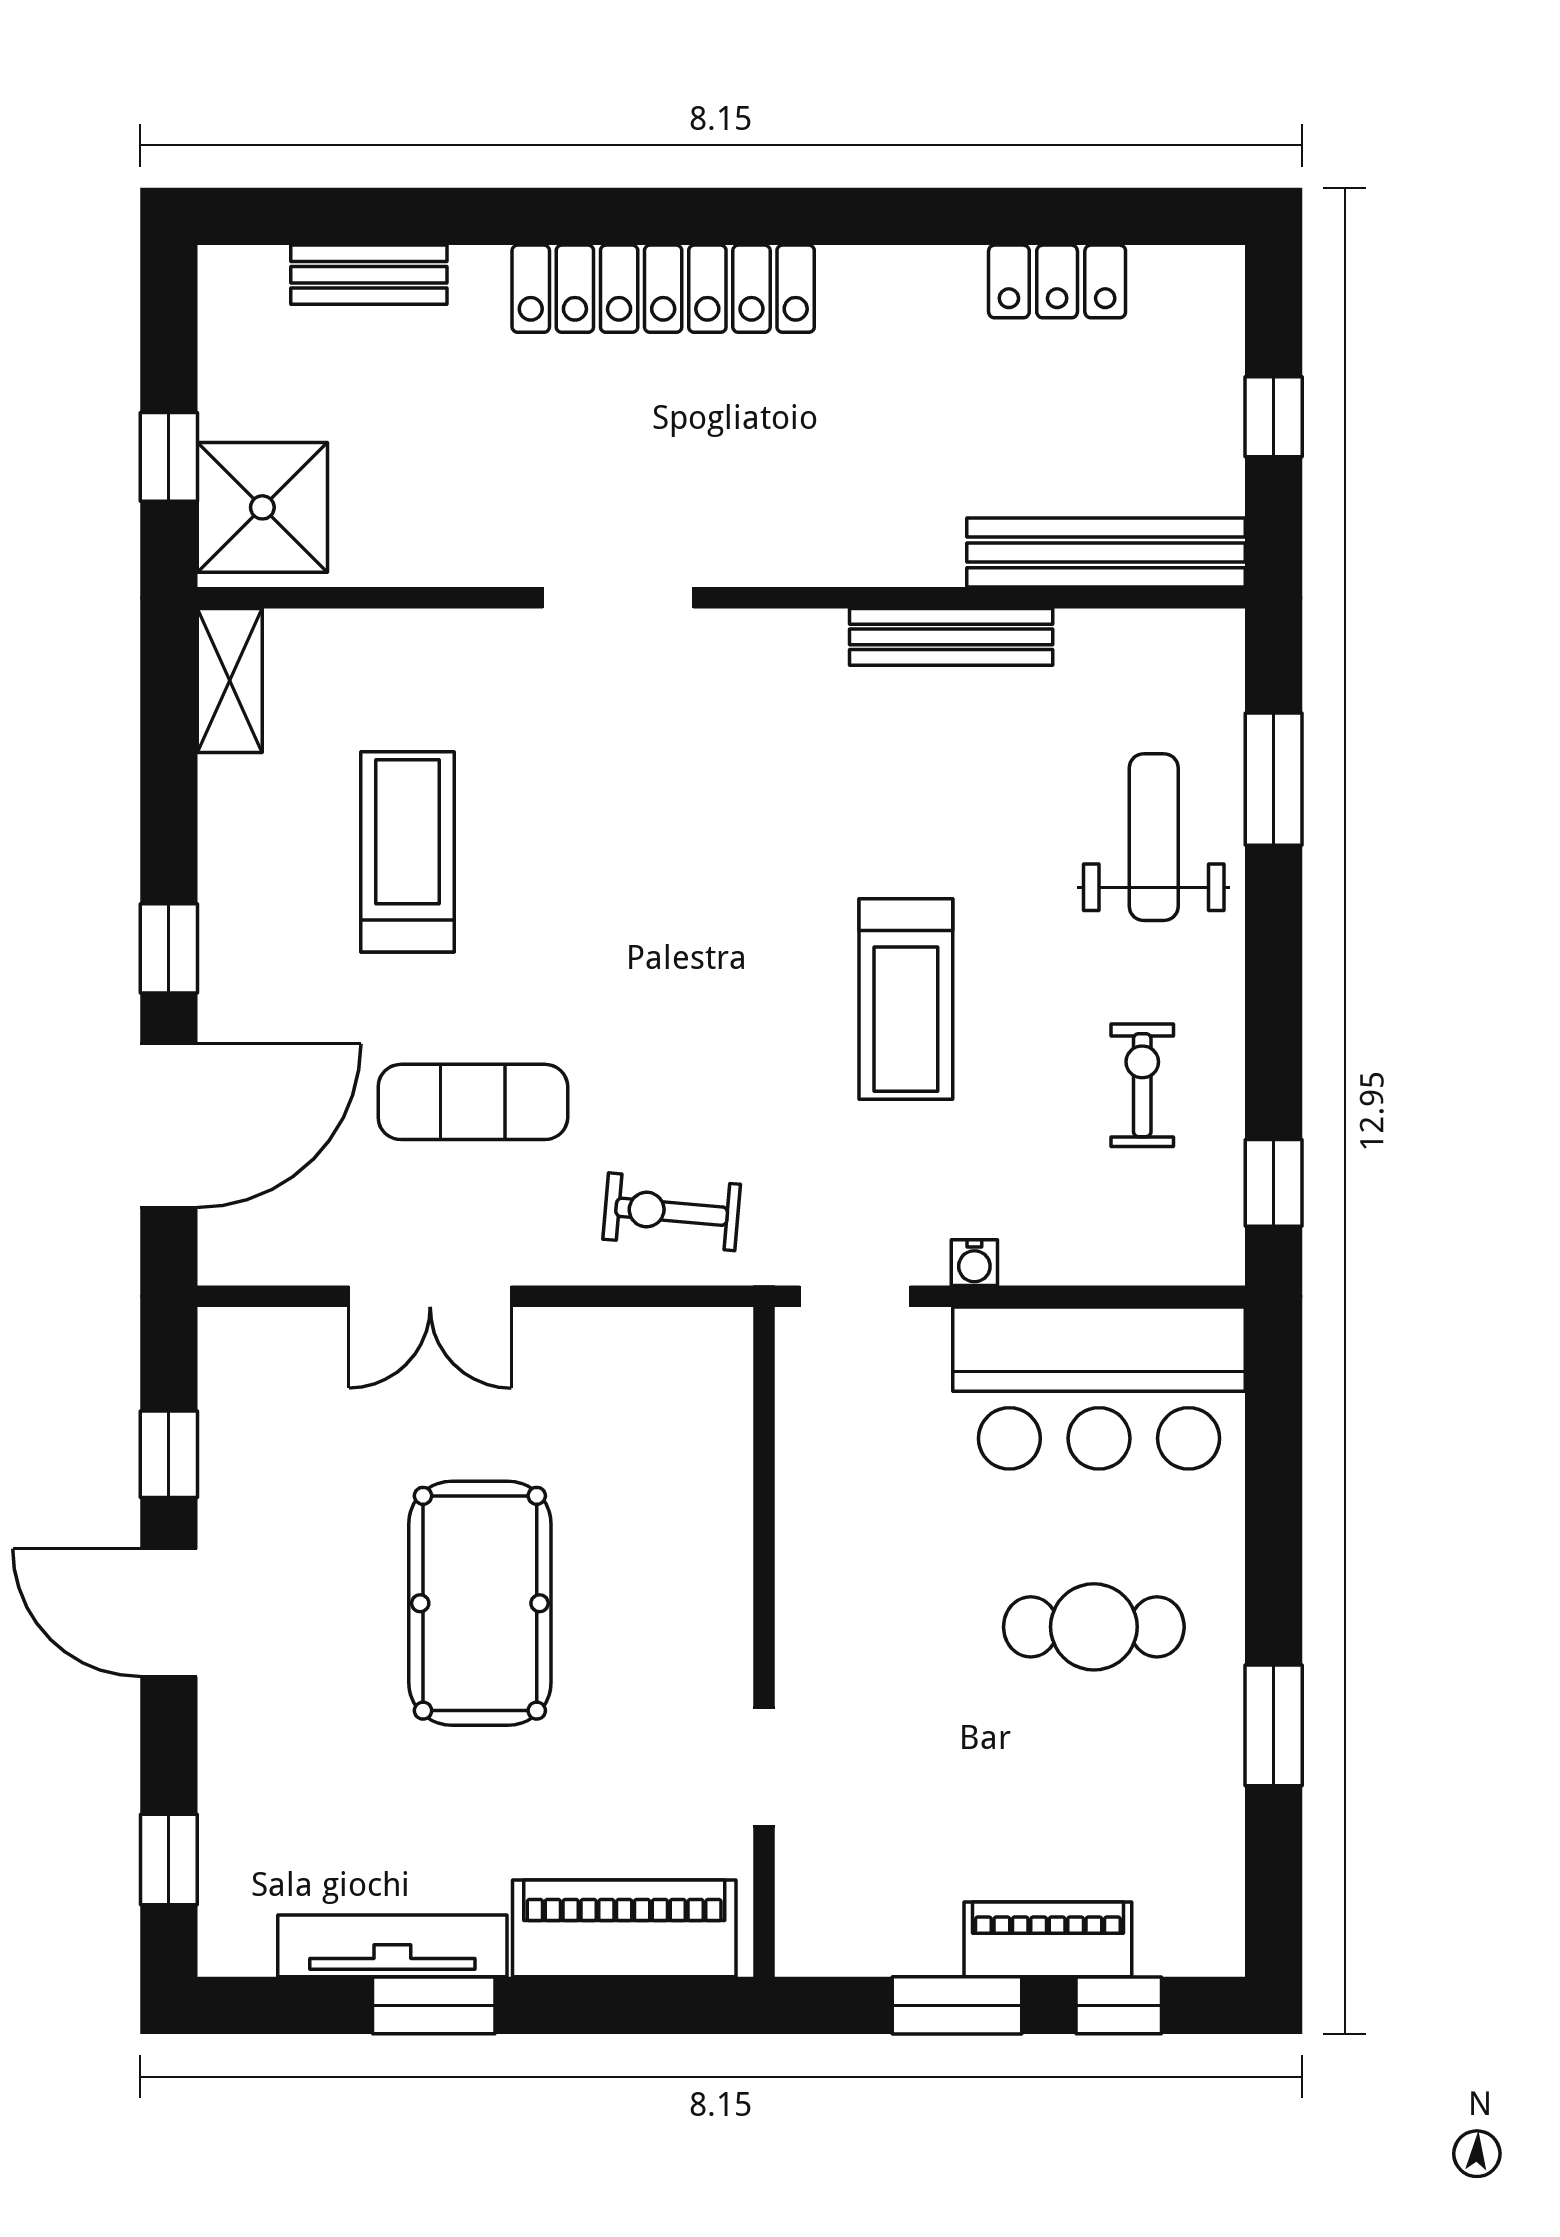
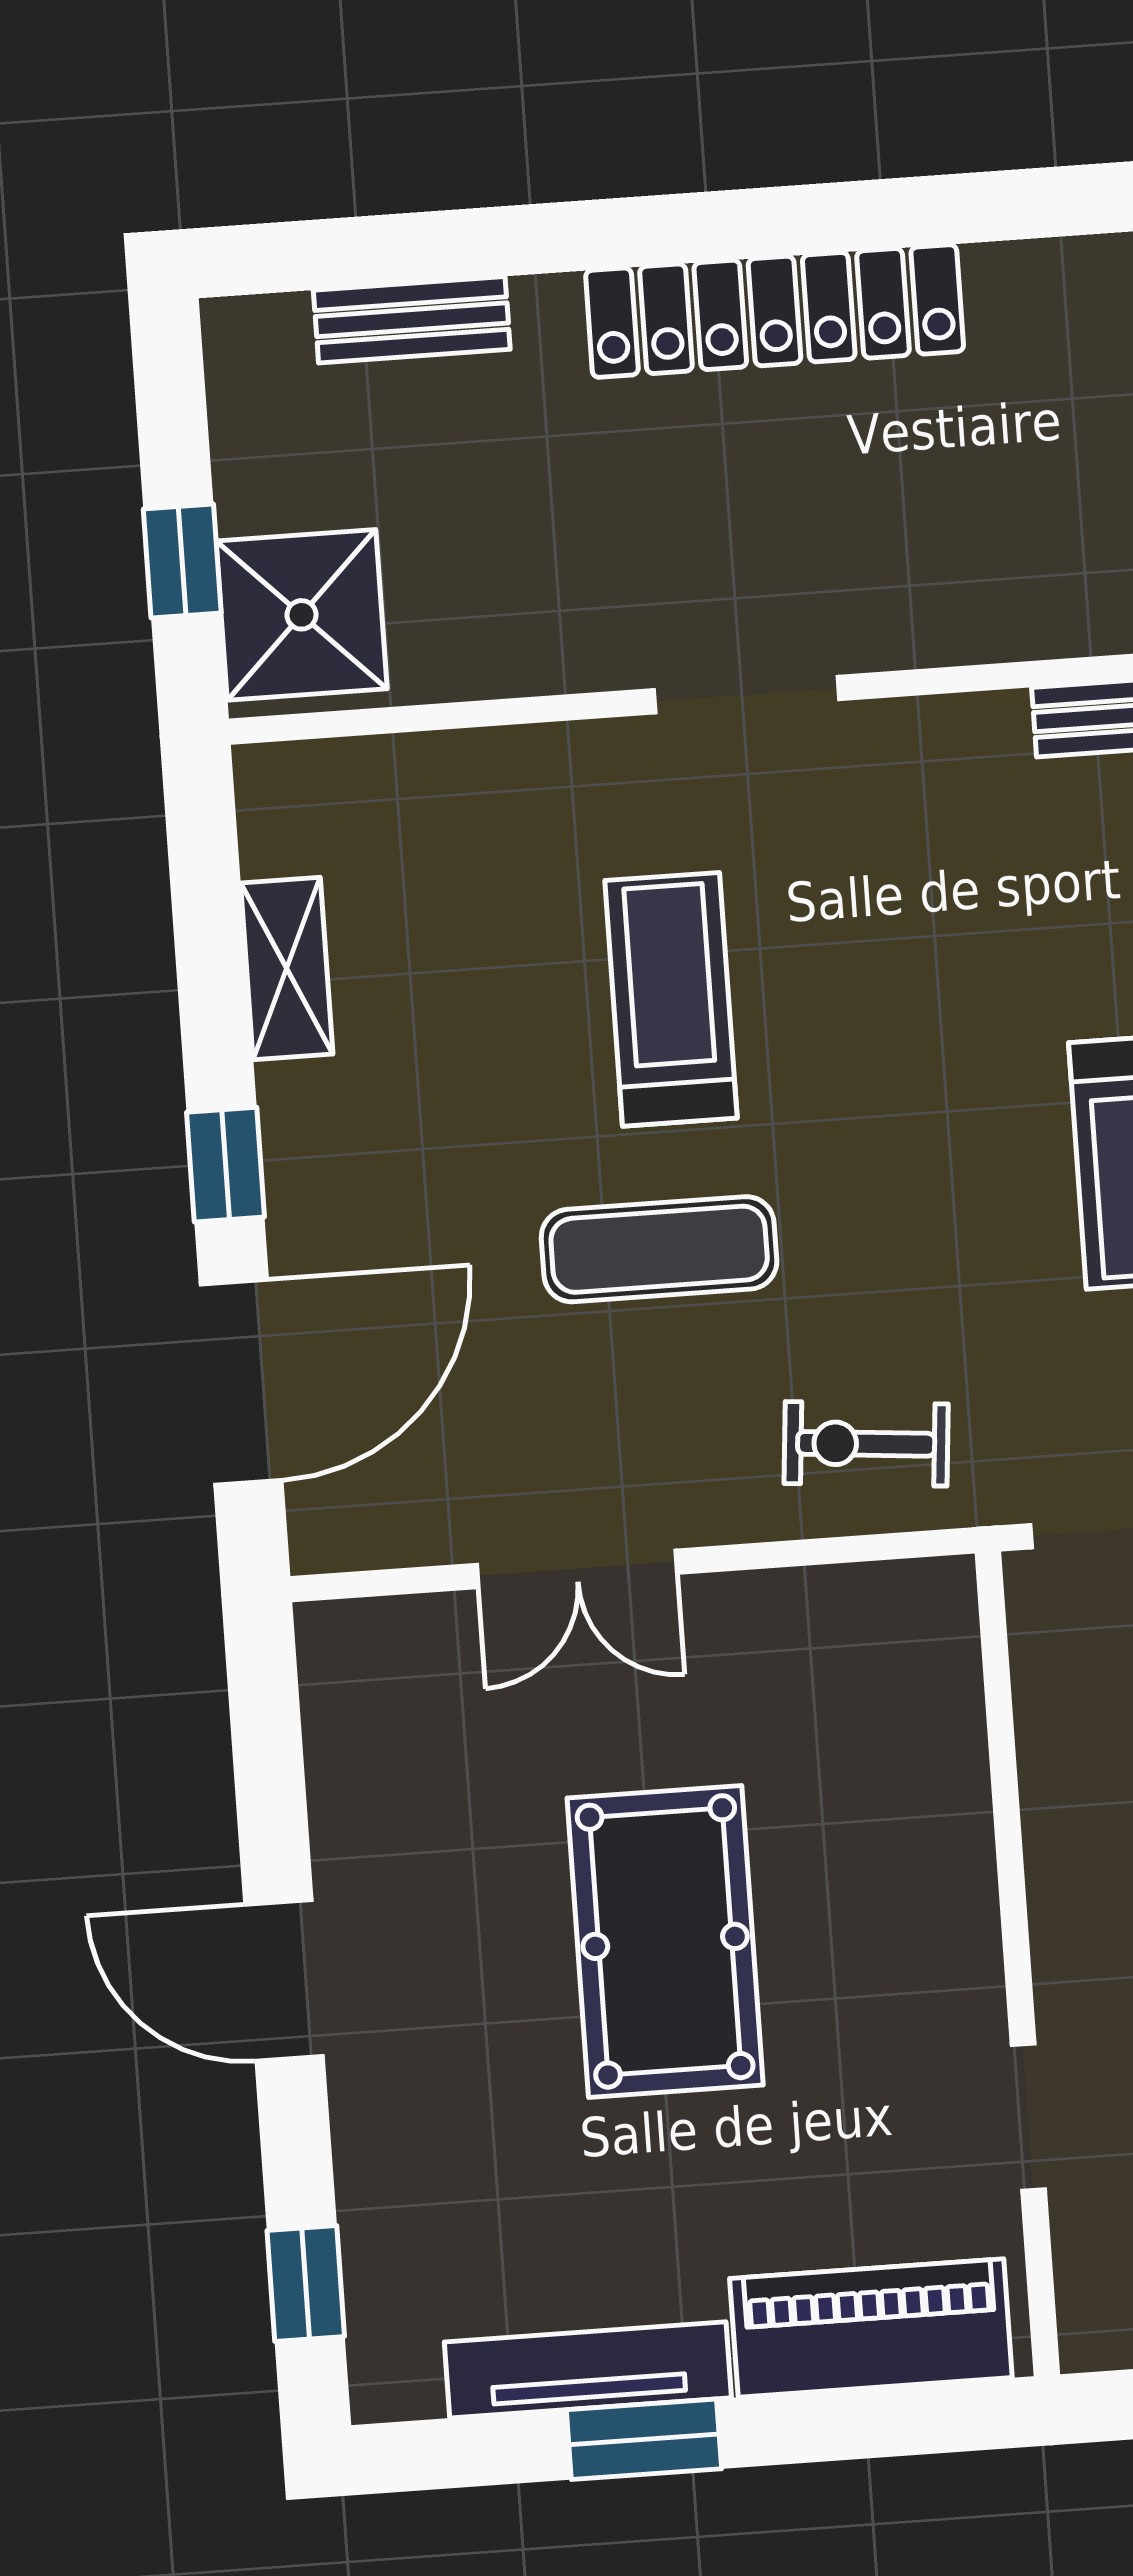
shelving: (230, 681) -> (287, 968), moved
treadmill: (408, 852) -> (671, 999), moved
exercise mat: (473, 1102) -> (659, 1249), moved
window: (169, 1454) -> (270, 1786), removed

